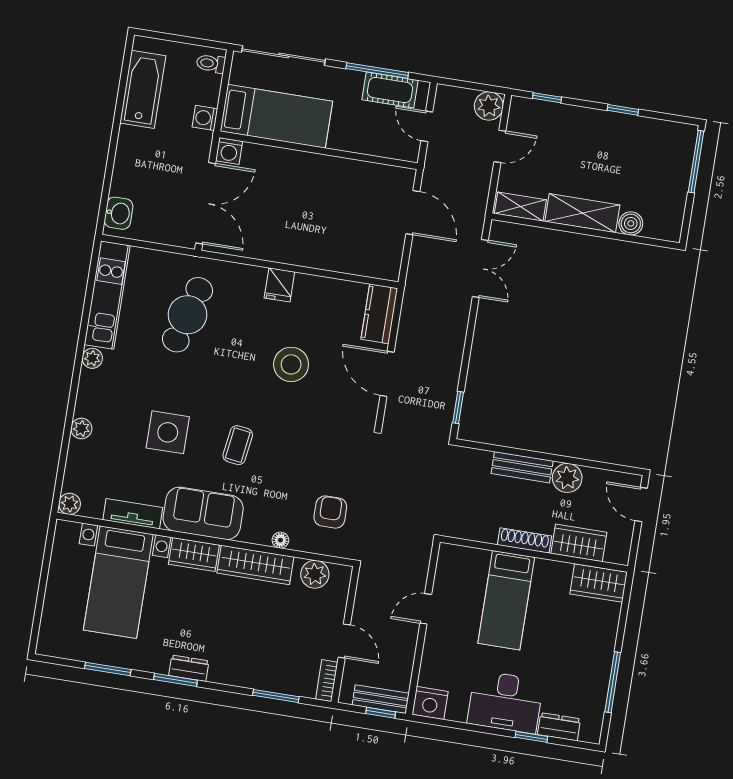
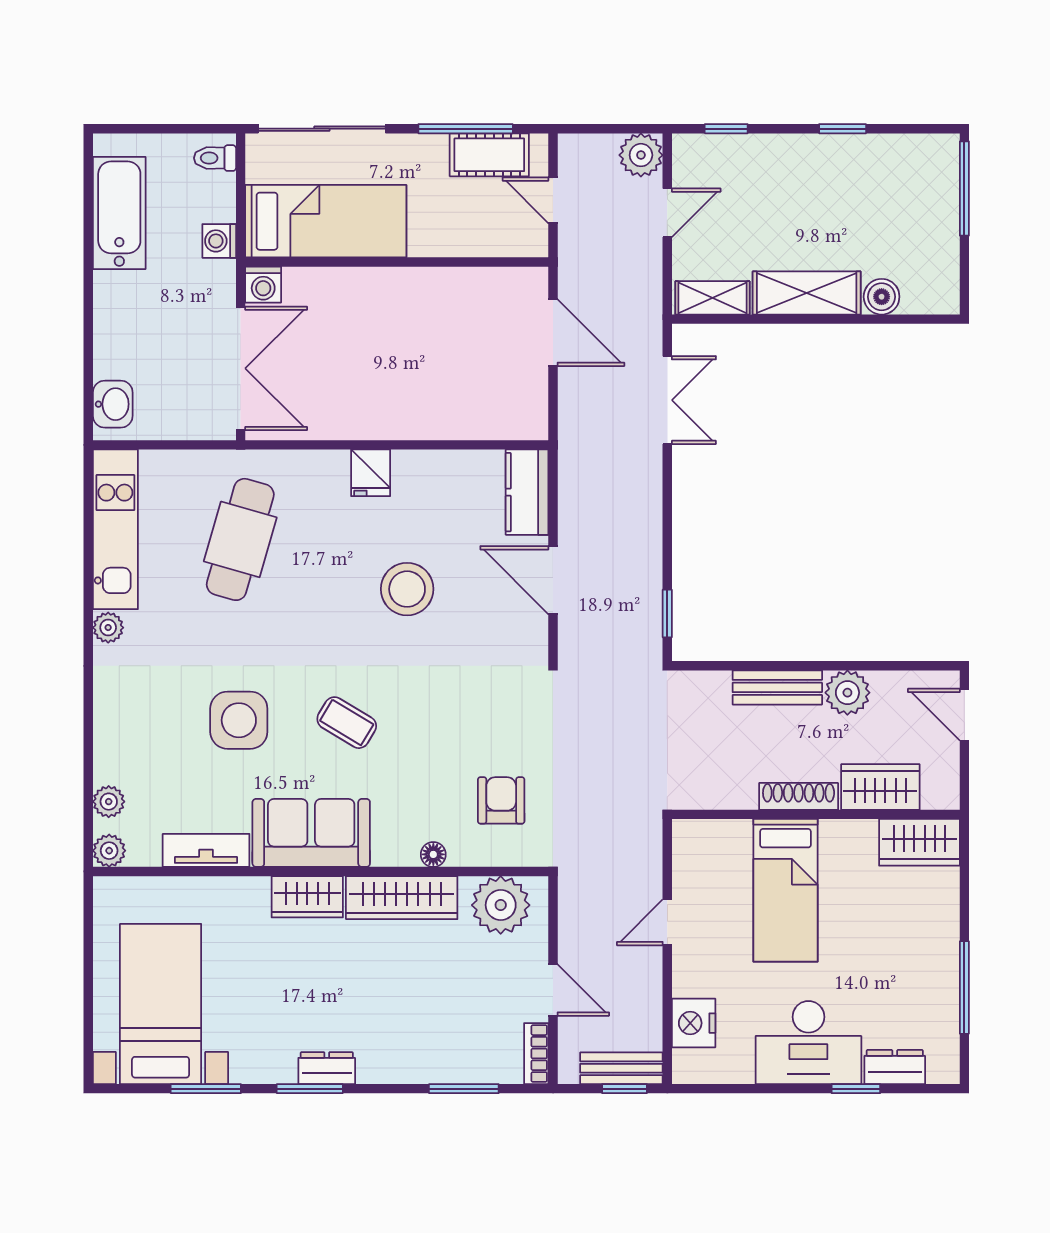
plant: (81, 429) -> (109, 802), moved
coffee table: (238, 445) -> (347, 723), turned -67
plant: (315, 574) -> (501, 905), width x1.36, depth x1.36
bed with nightstands: (118, 582) -> (161, 1004), moved, turned 180
nightstand: (430, 703) -> (694, 1023), moved, turned 90

